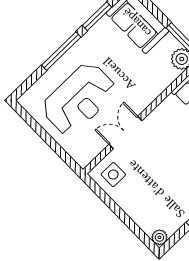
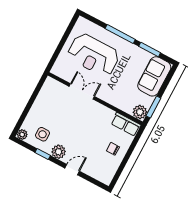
side table: (113, 175) -> (42, 134), moved

